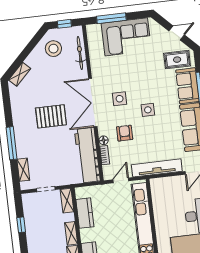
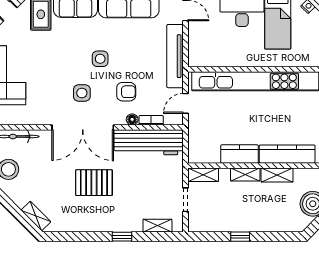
pallet: (51, 116) -> (94, 183), turned 90
armchair: (125, 133) -> (126, 92), turned 180
window: (11, 143) -> (122, 237), width x0.46
door: (121, 180) -> (185, 103), hinge flipped
kitchen counter: (85, 213) -> (240, 154), moved
window: (21, 225) -> (240, 237), moved

